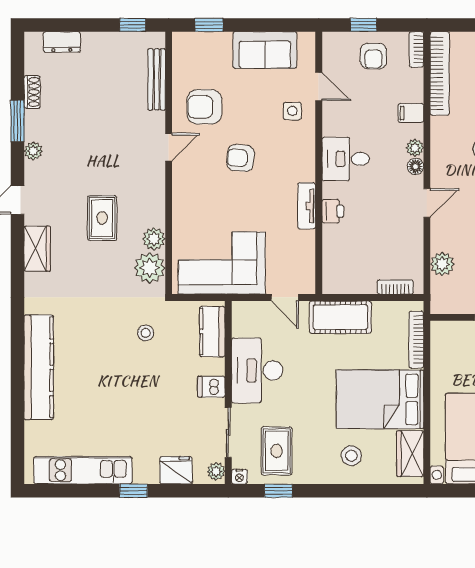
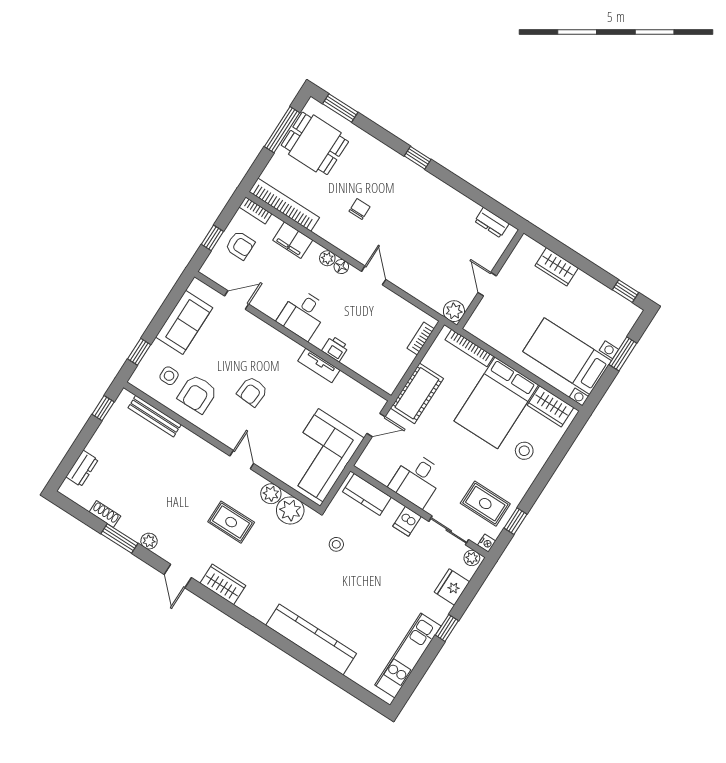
side table: (292, 111) -> (169, 376), moved
filing cabinet: (411, 113) -> (293, 240), width x2.00
door: (169, 147) -> (242, 460), moved
plant: (442, 264) -> (454, 311), moved
desk: (257, 370) -> (417, 480), width x0.73

